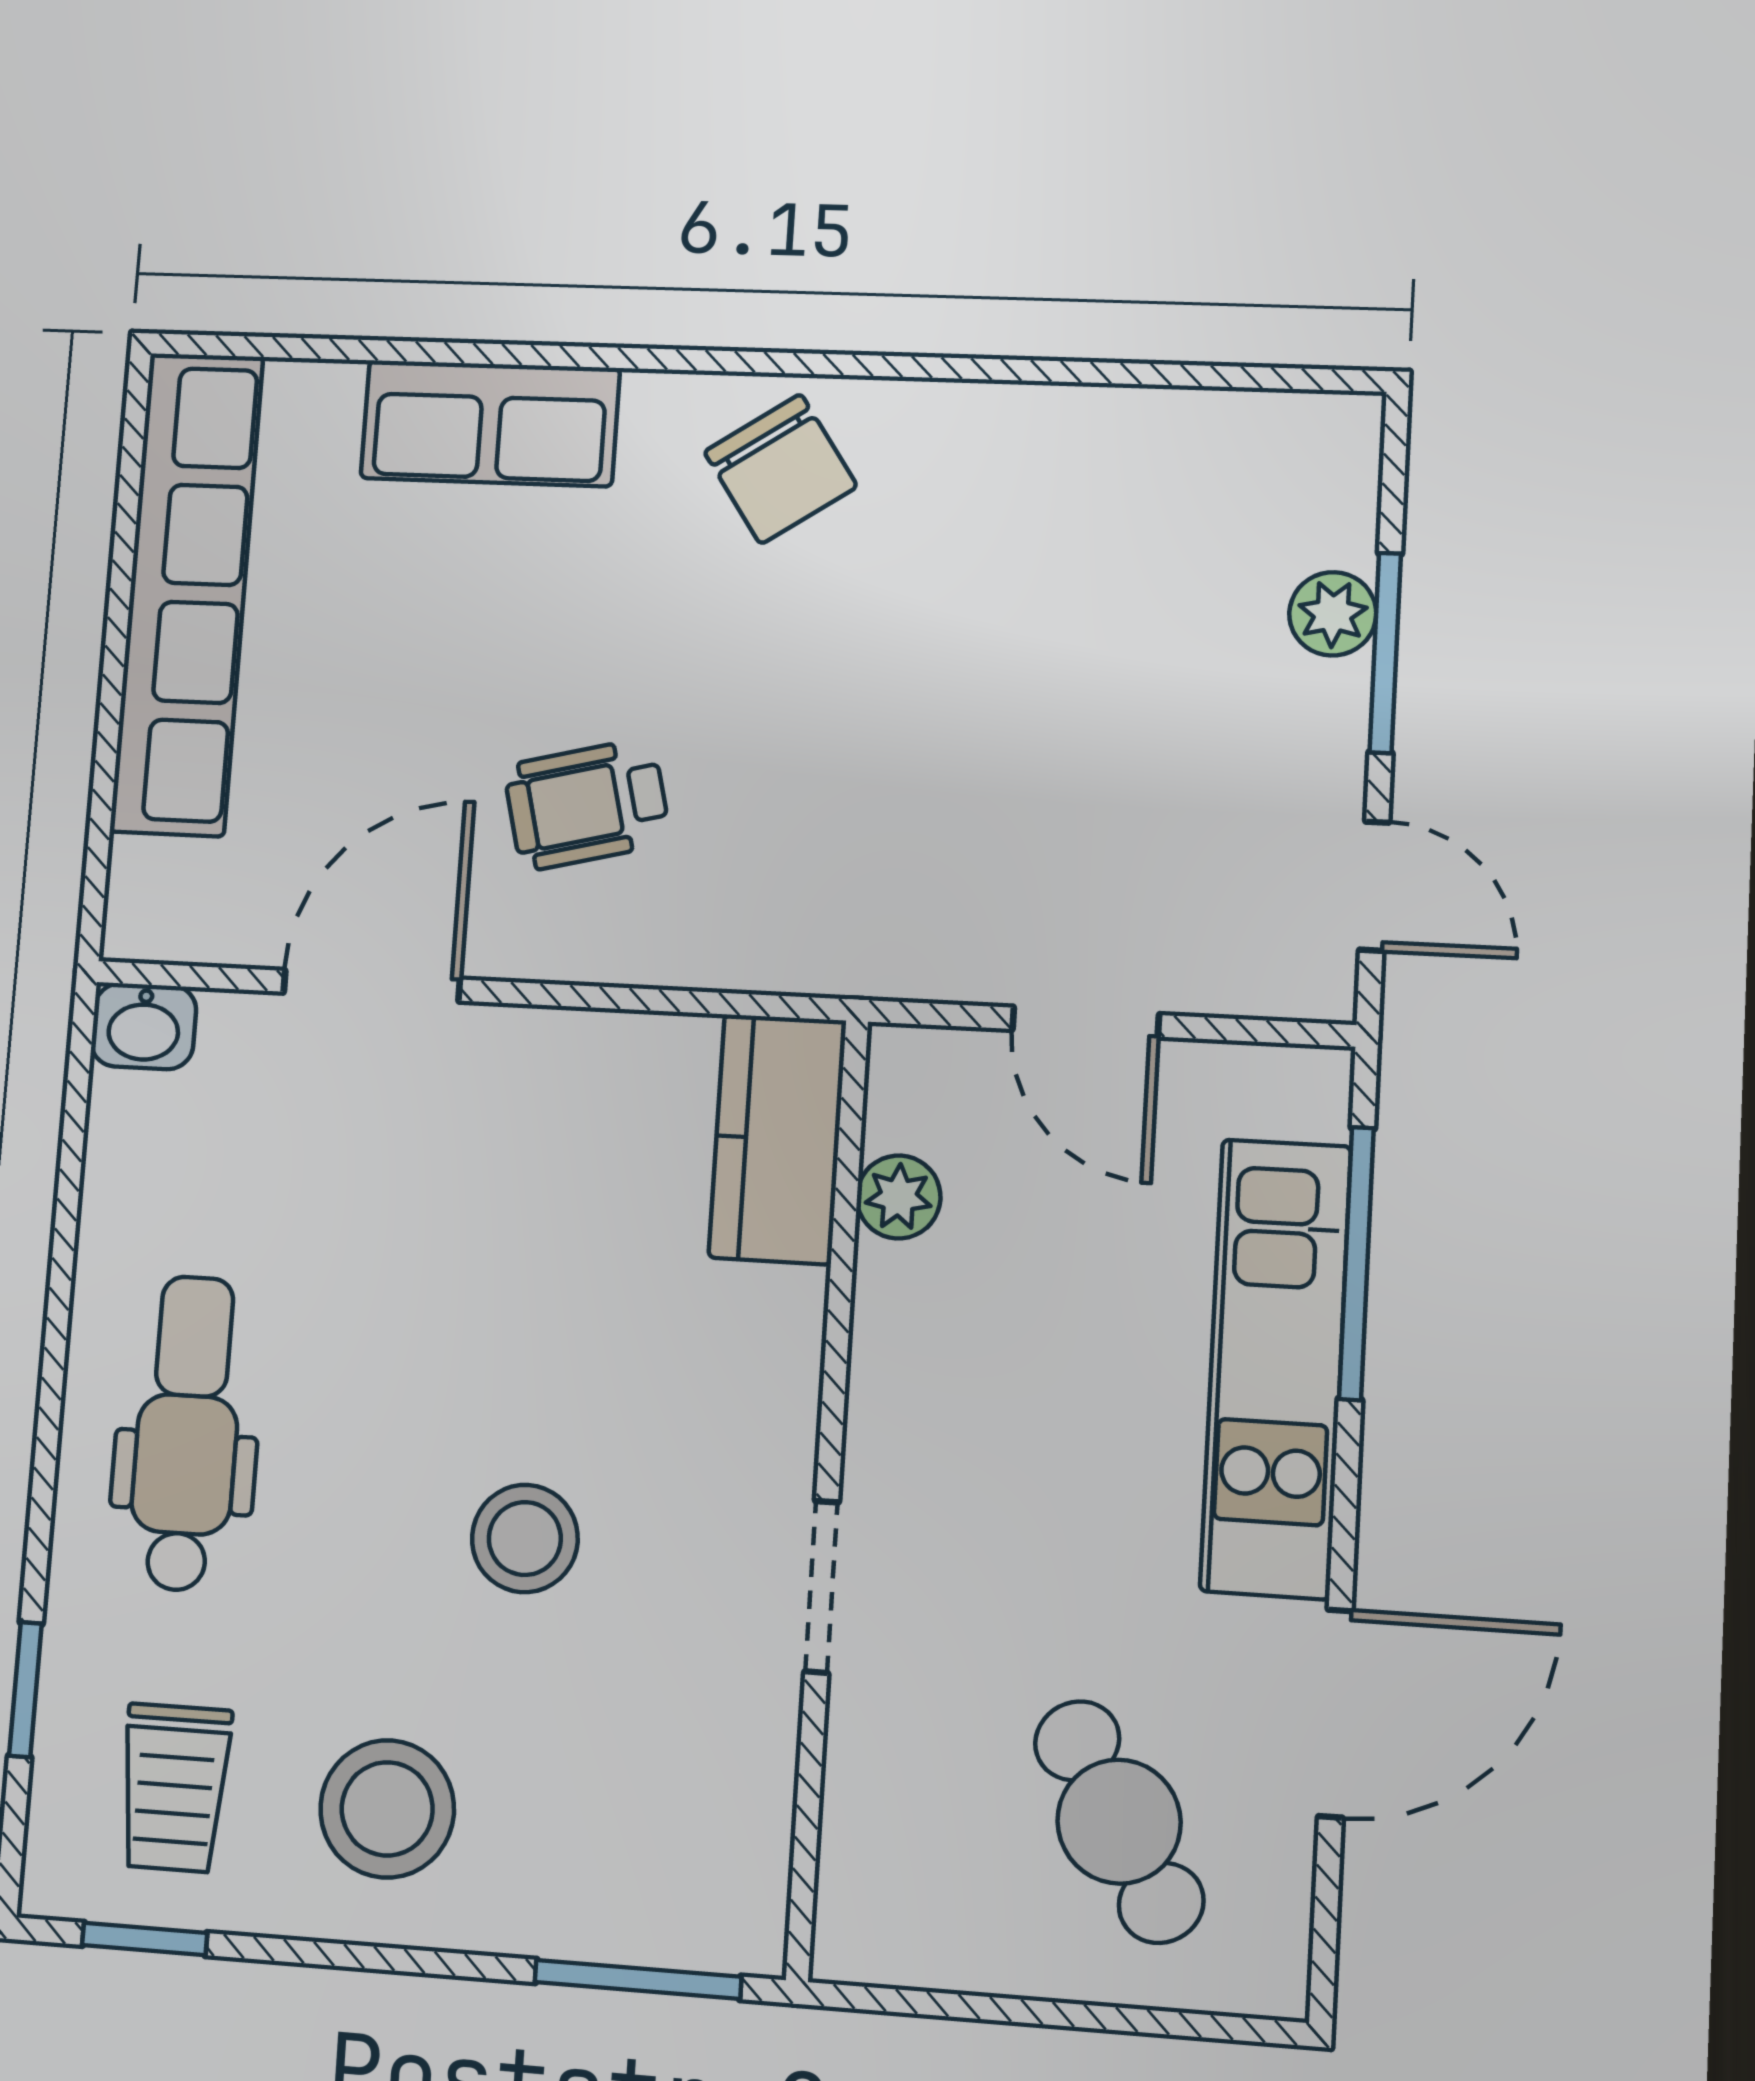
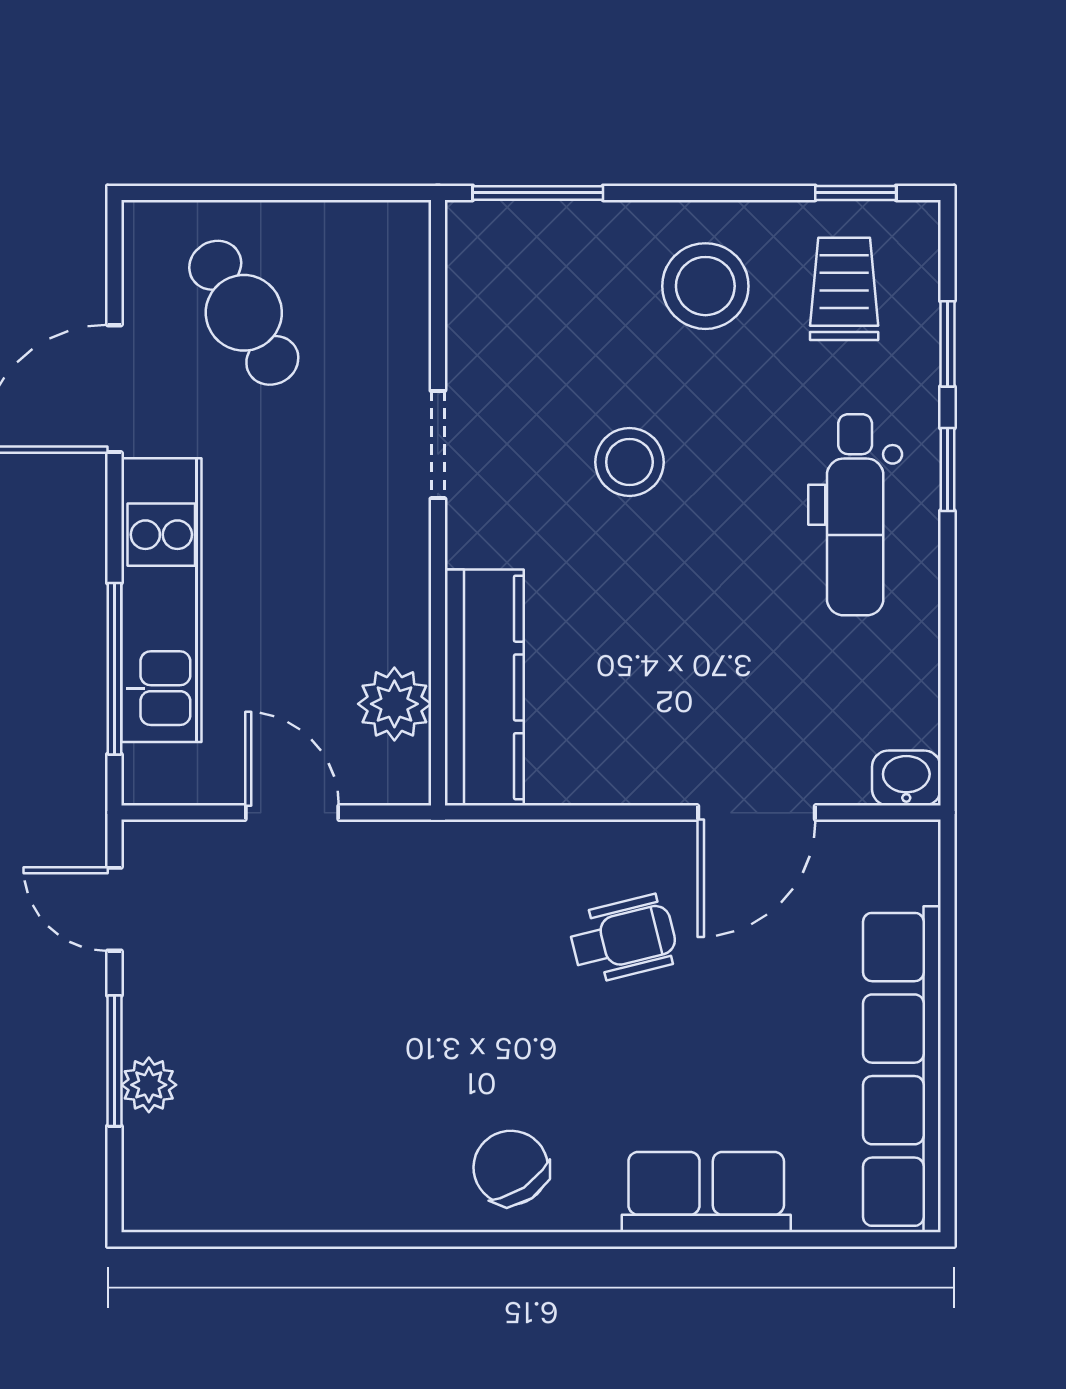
kitchen counter: (778, 1139) -> (484, 687), width x1.50
plant: (899, 1197) -> (394, 704), width x1.38, depth x1.38
window: (42, 1494) -> (947, 469), added

